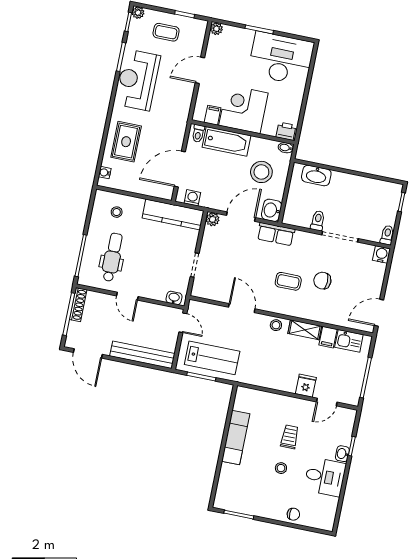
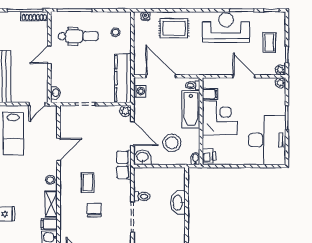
plant: (138, 13) -> (280, 70), moved
washbasin: (316, 175) -> (178, 203), moved

